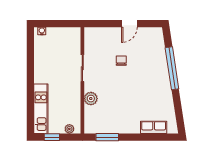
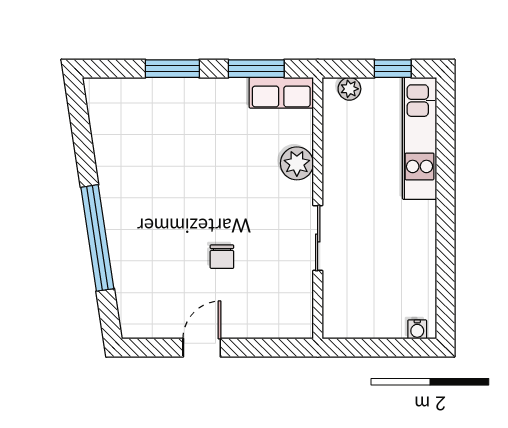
row of seats: (154, 127) -> (281, 93), moved
window: (141, 137) -> (172, 69), added

